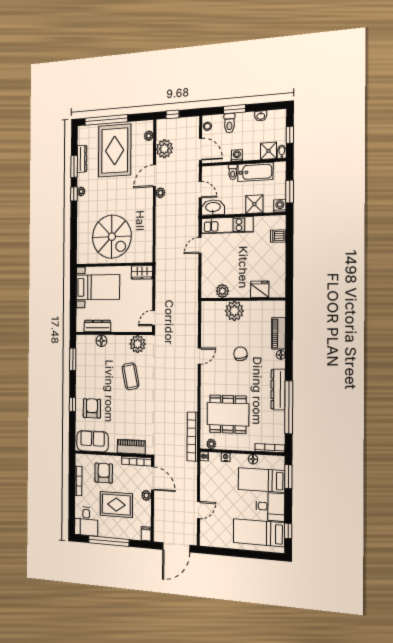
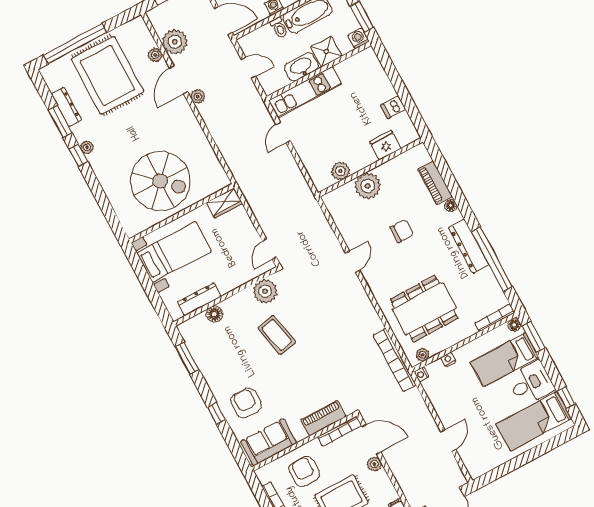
plant: (149, 136) -> (155, 55), moved
washbasin: (213, 207) -> (301, 67), moved
dishwasher: (278, 236) -> (393, 107), moved
chair: (240, 354) -> (402, 231), turned 100
floor lamp: (253, 459) -> (514, 325), moved

